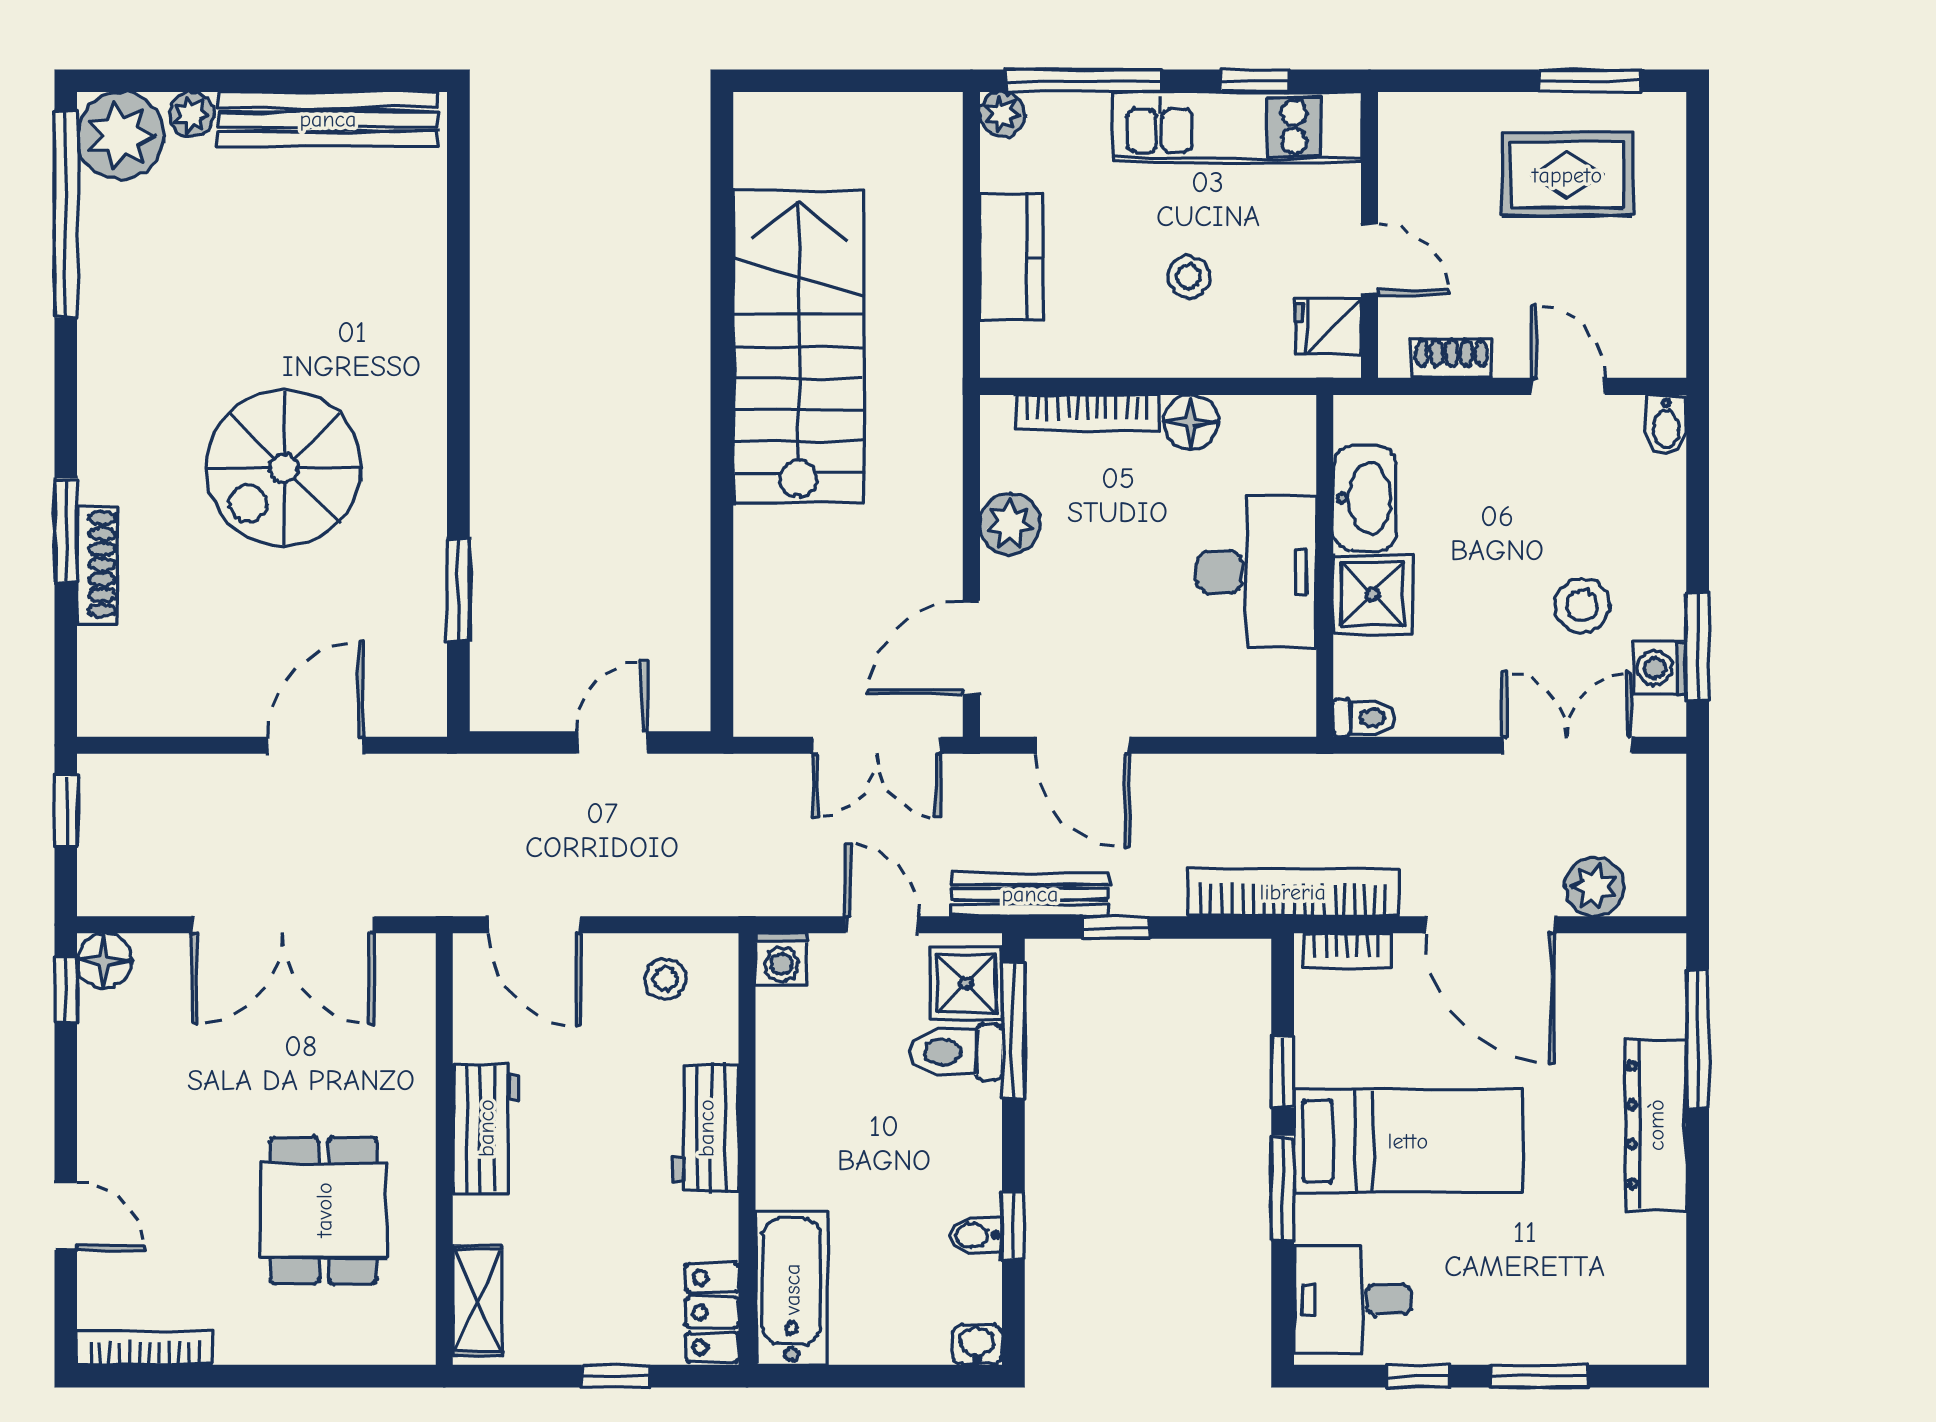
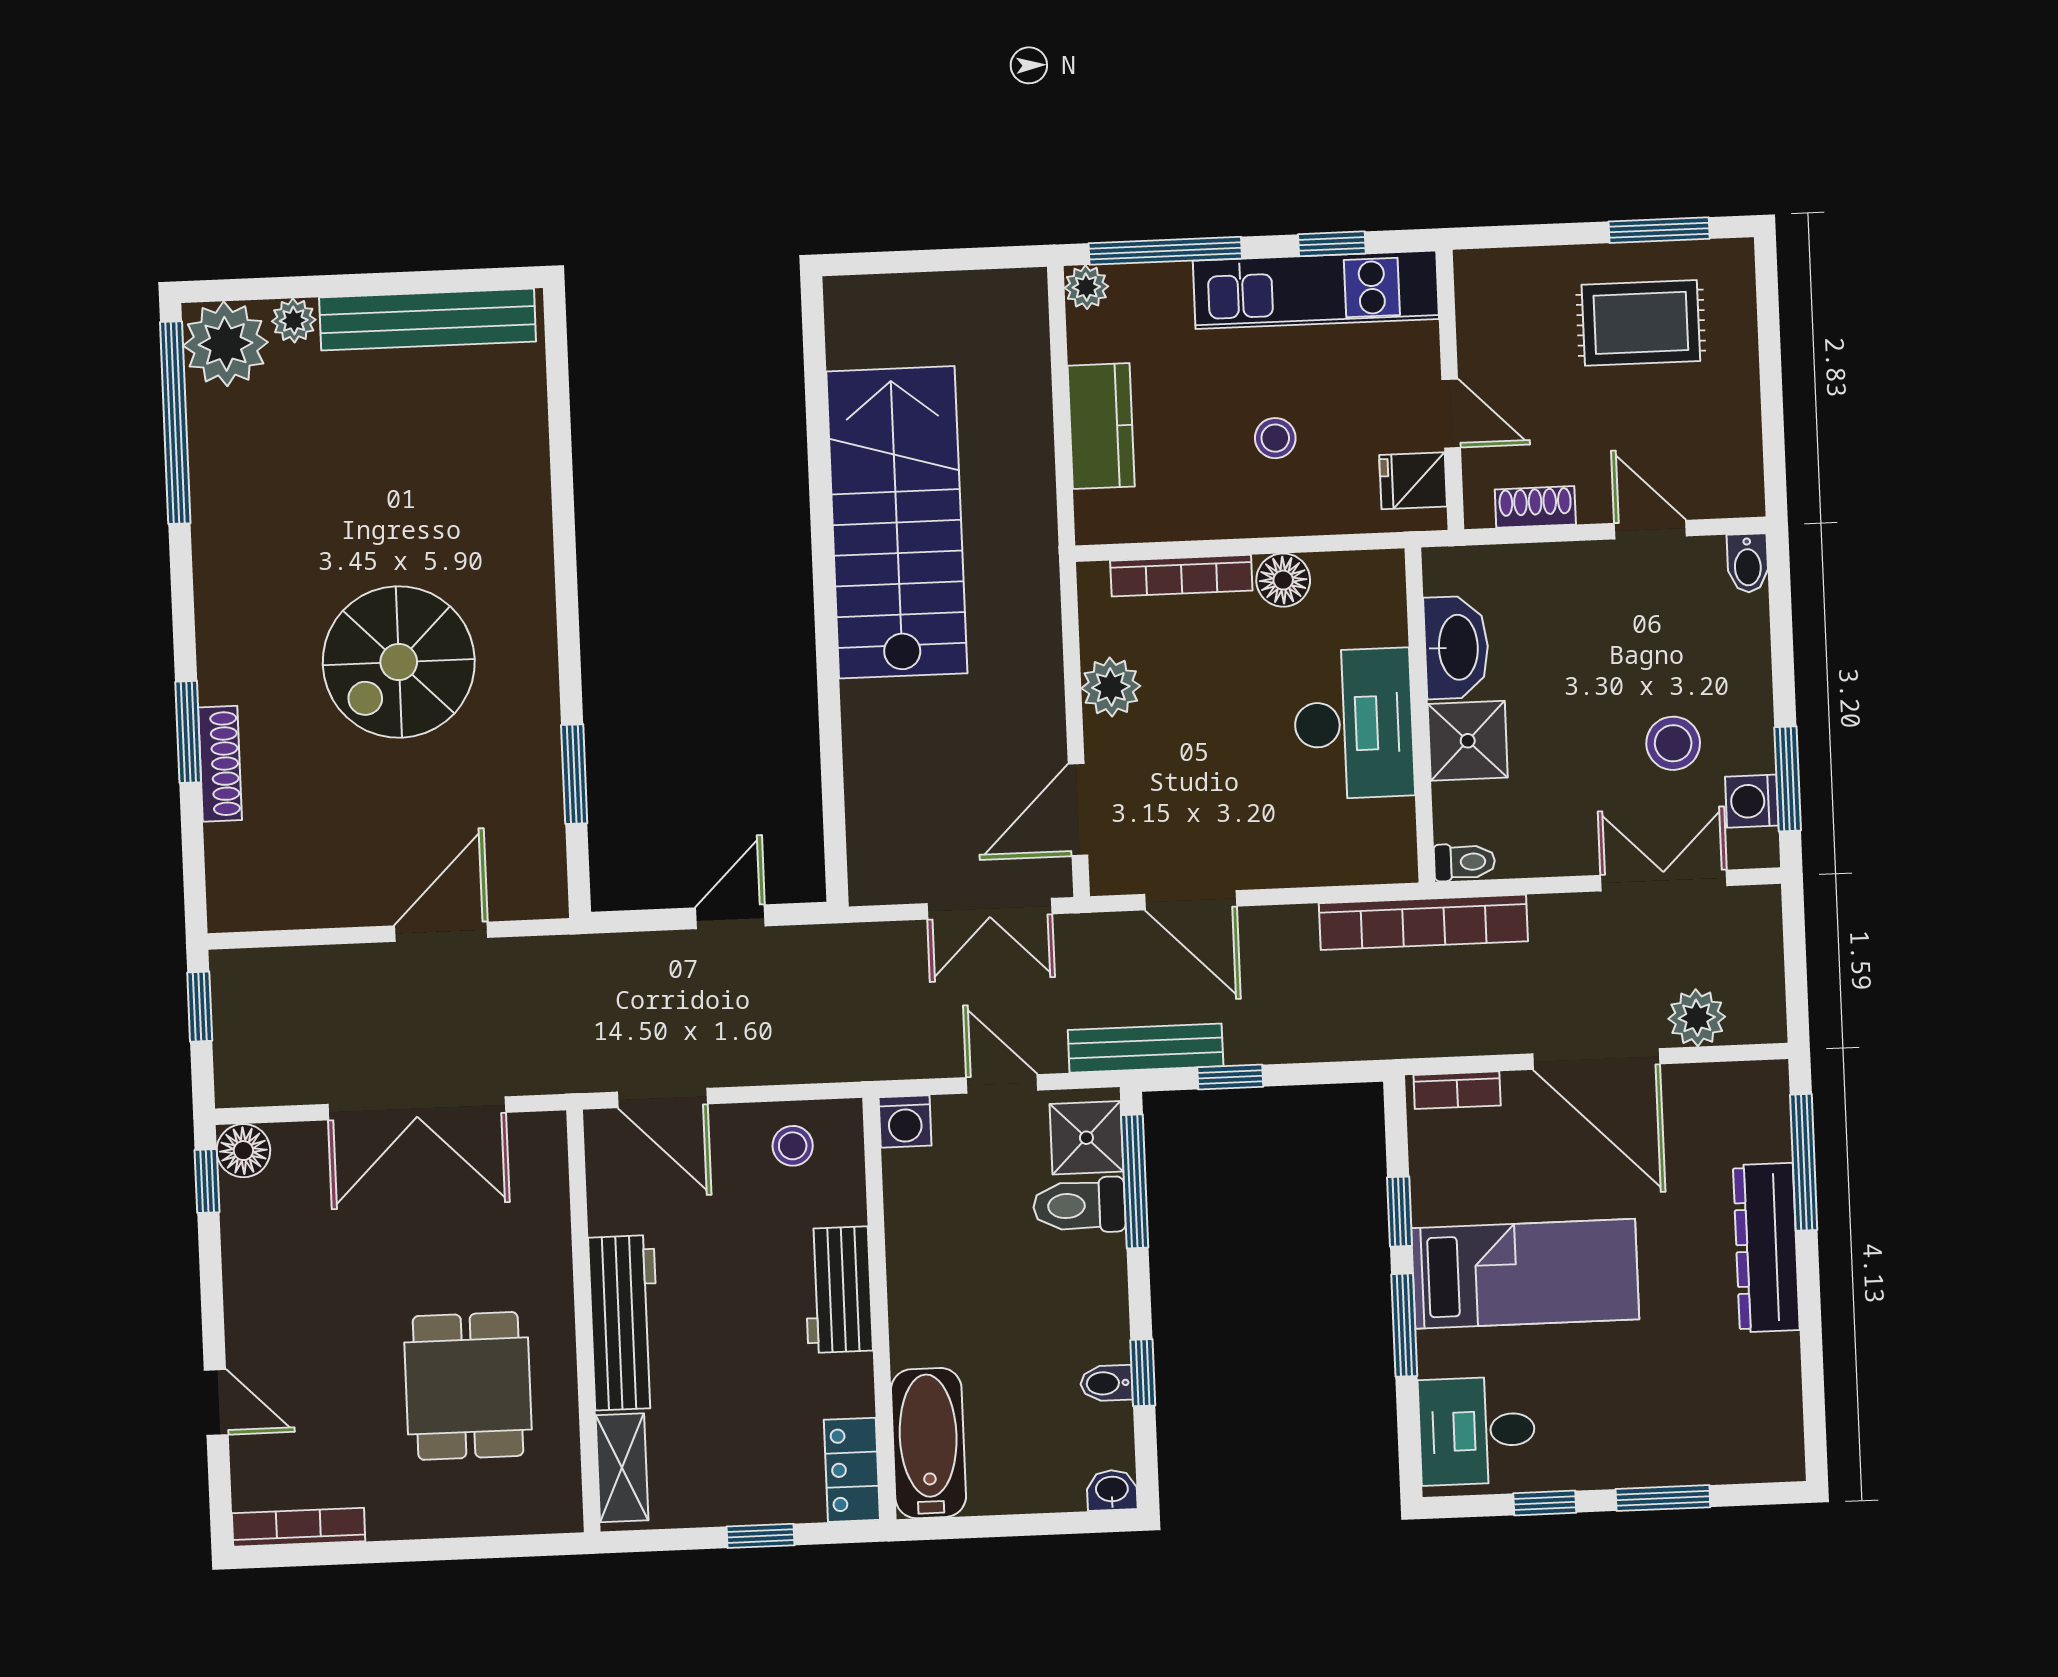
bookcase: (1293, 892) -> (1423, 922), moved, turned 180
workbench: (486, 1128) -> (624, 1323), width x1.37

